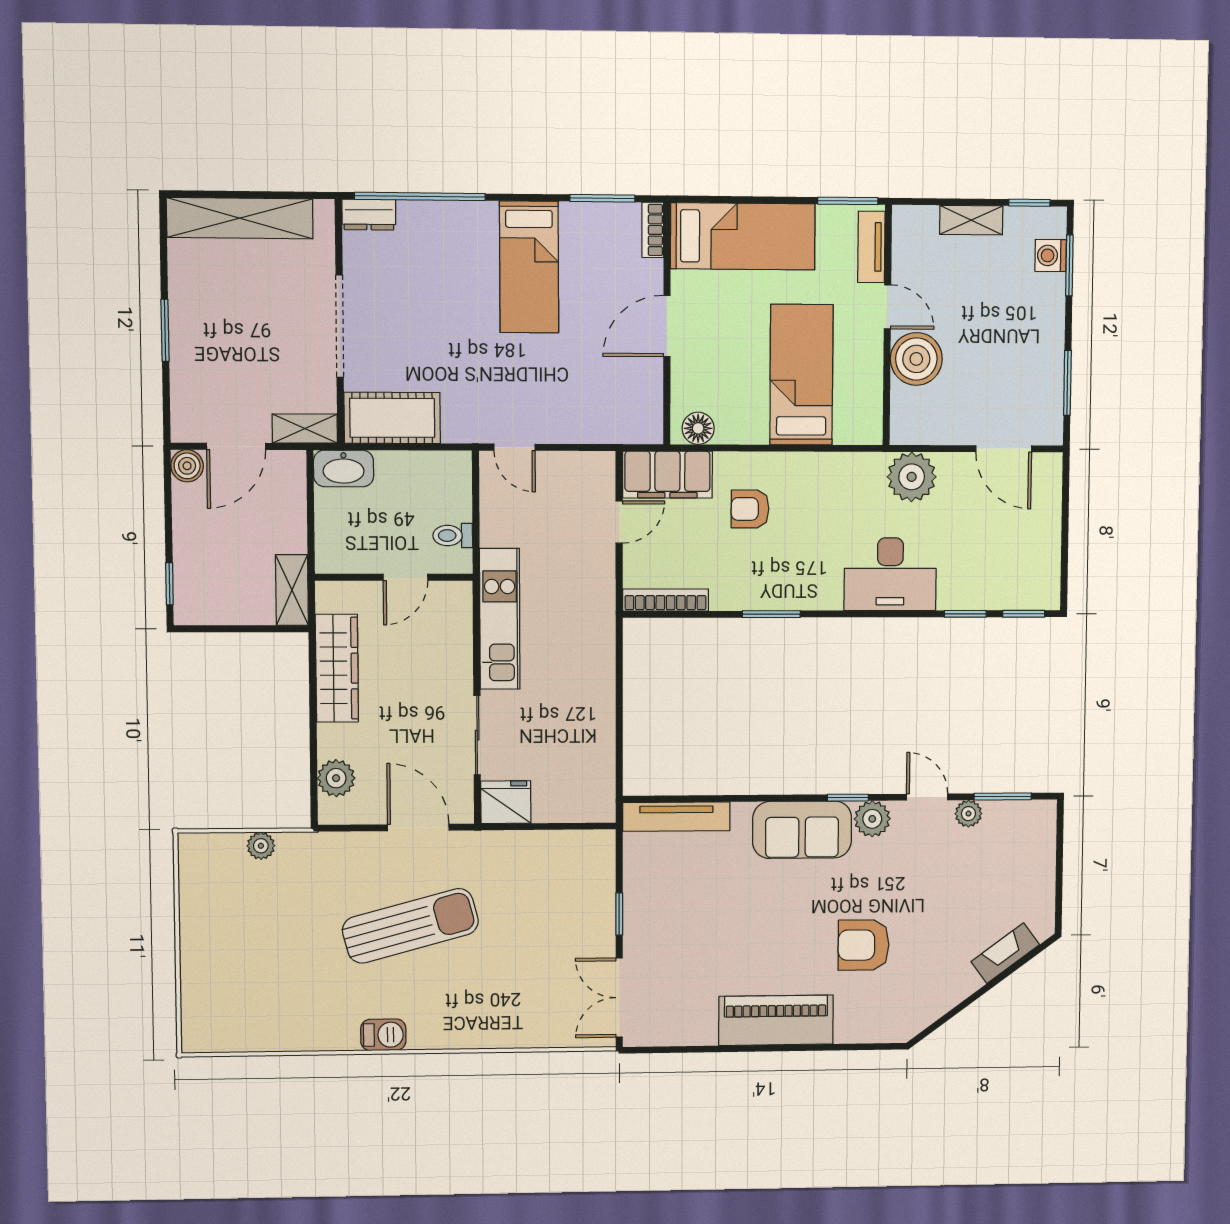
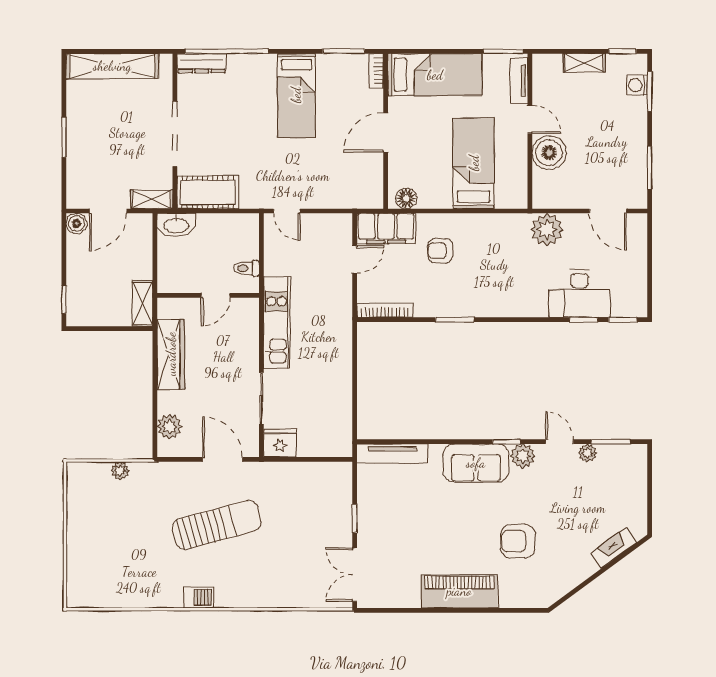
dresser: (369, 215) -> (202, 63), width x1.44
desk: (890, 574) -> (580, 294), moved

